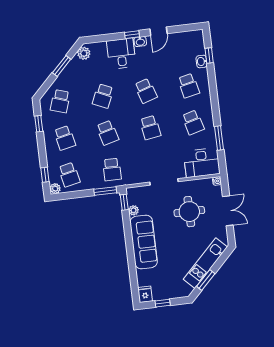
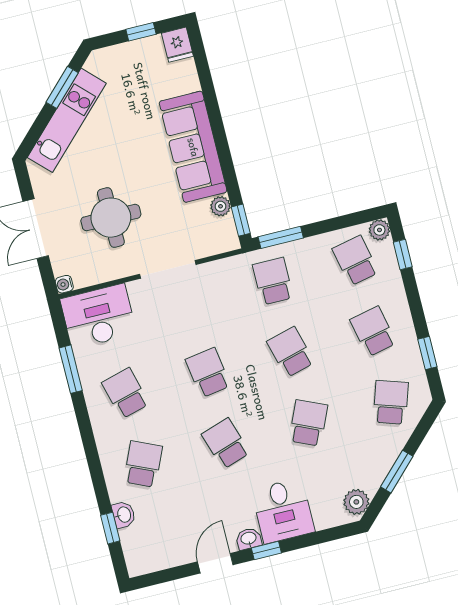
school desk: (189, 86) -> (143, 464), turned 36

